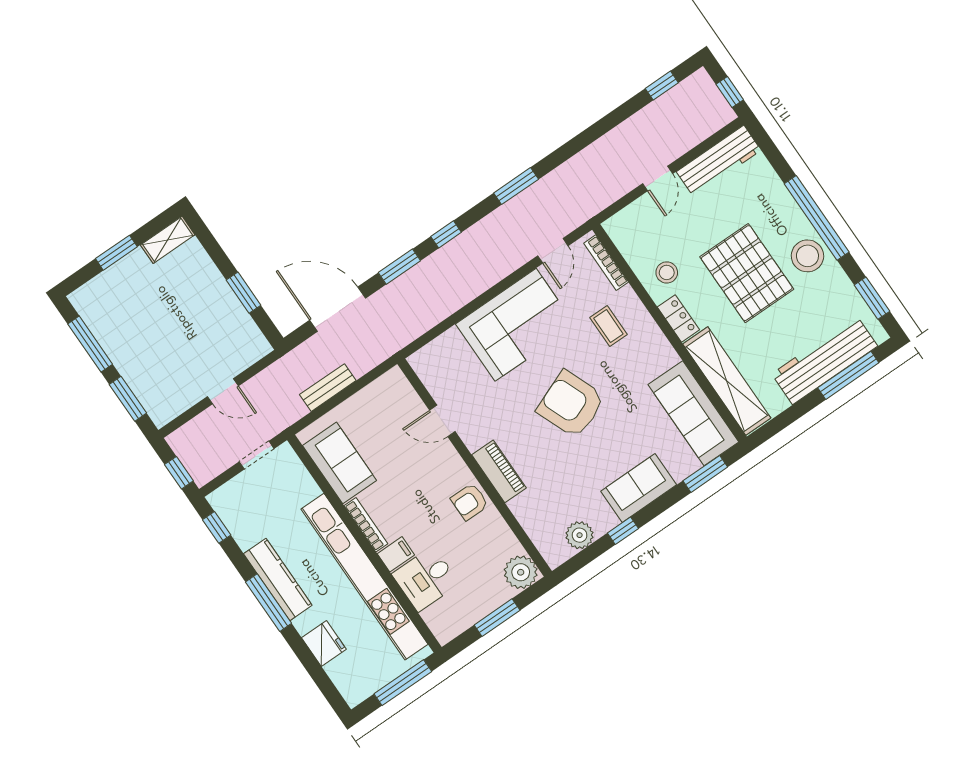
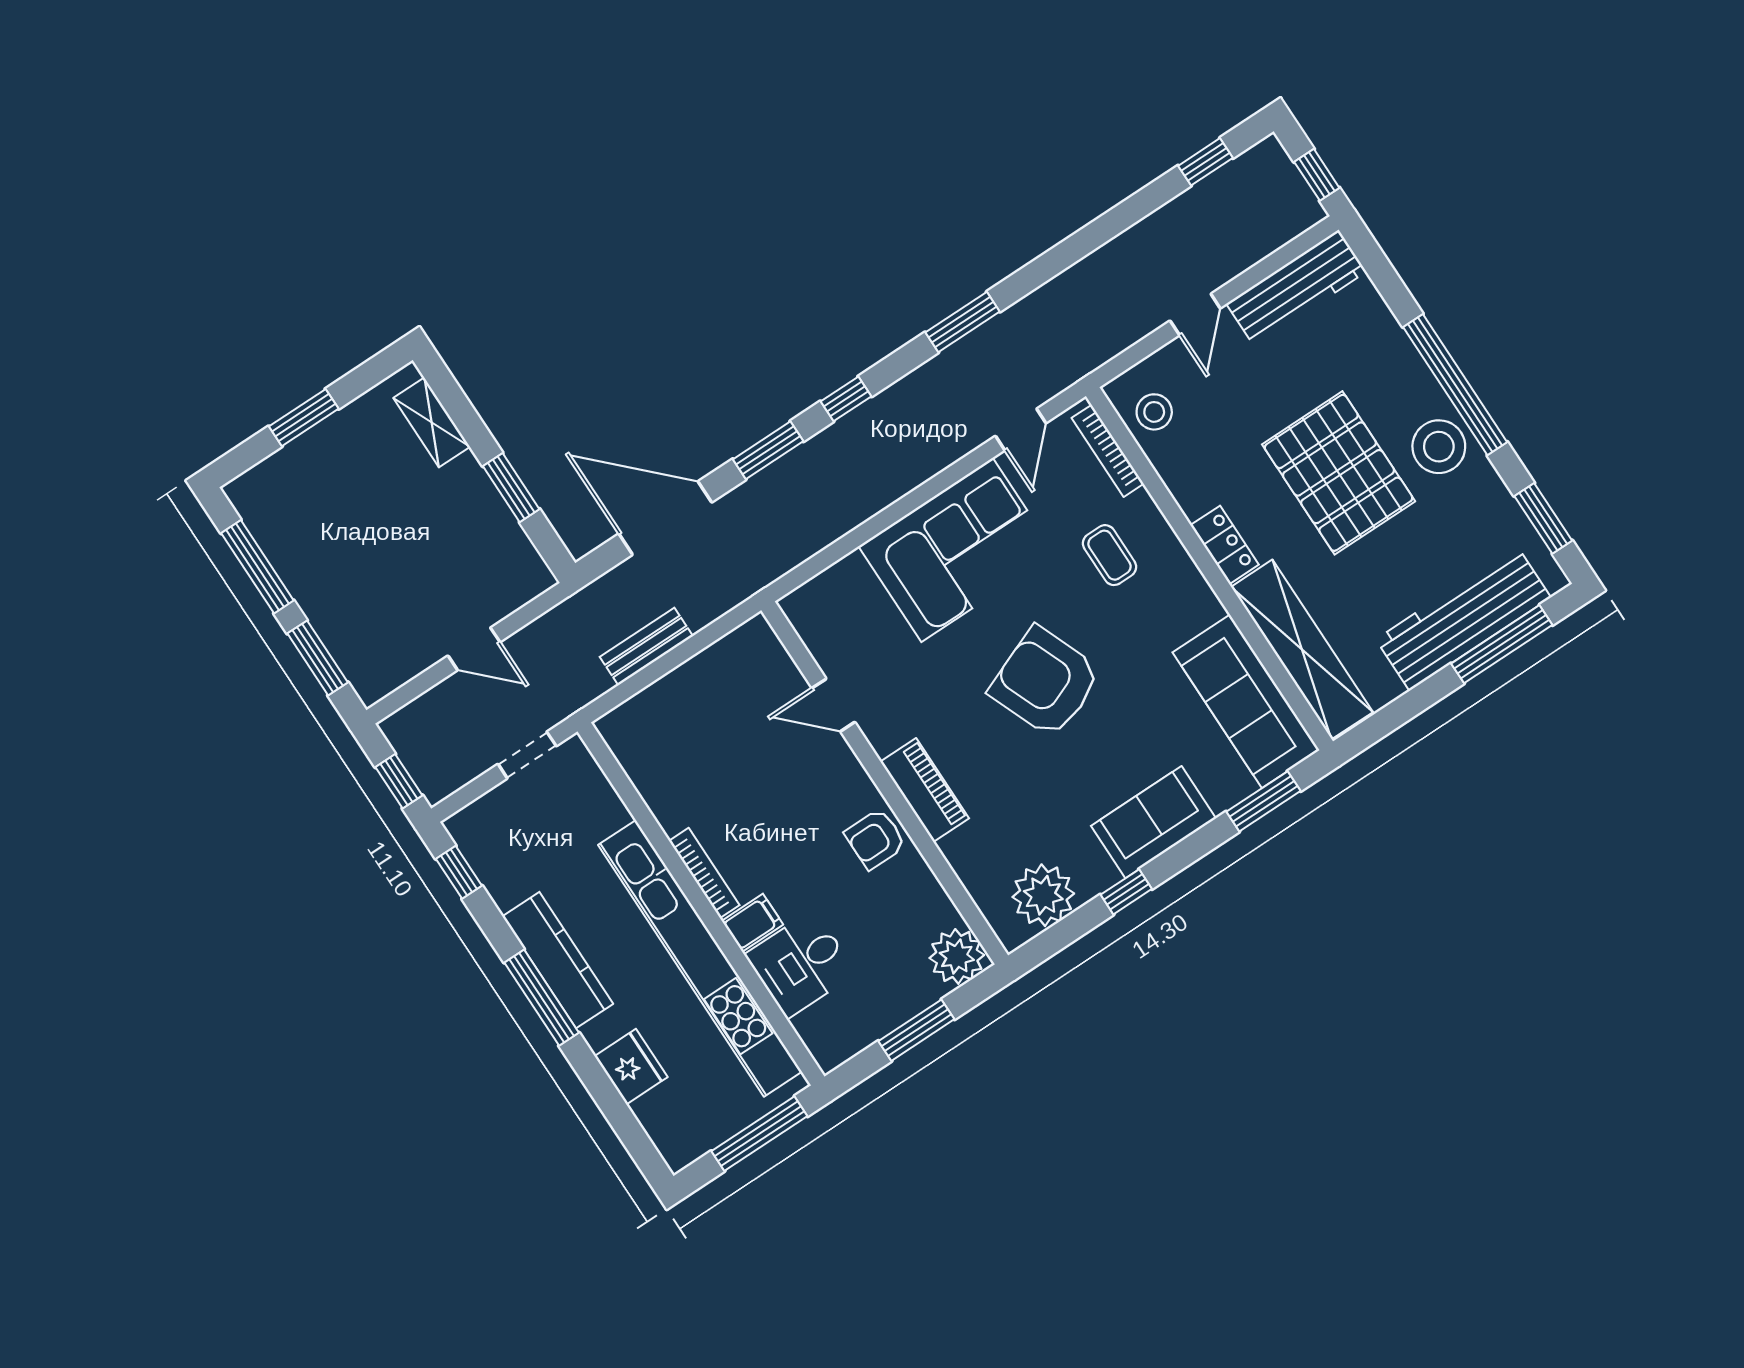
shelving: (168, 240) -> (432, 422), moved, turned 90
stool: (667, 272) -> (1154, 412), moved
sofa: (340, 463) -> (663, 771), removed
plant: (580, 535) -> (1043, 895), width x1.36, depth x1.36

